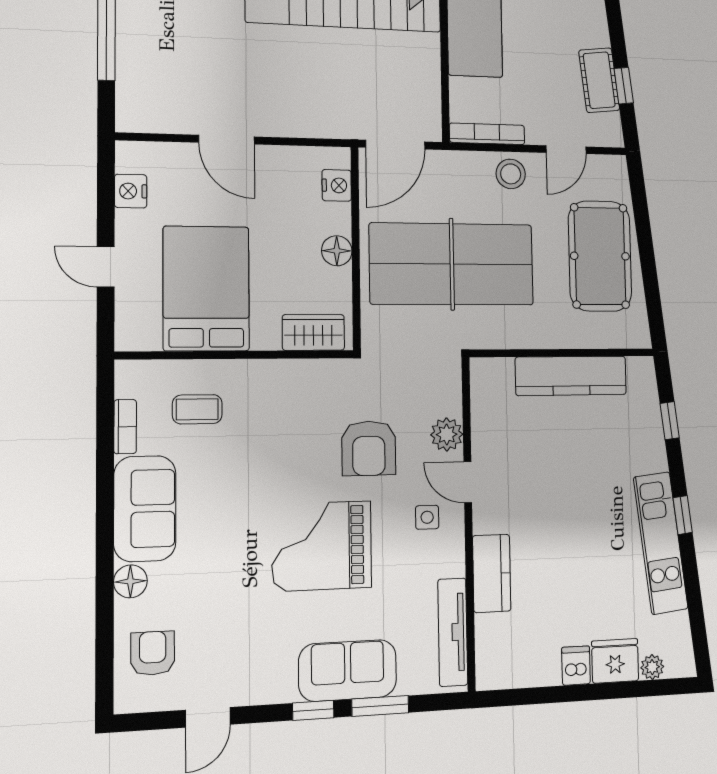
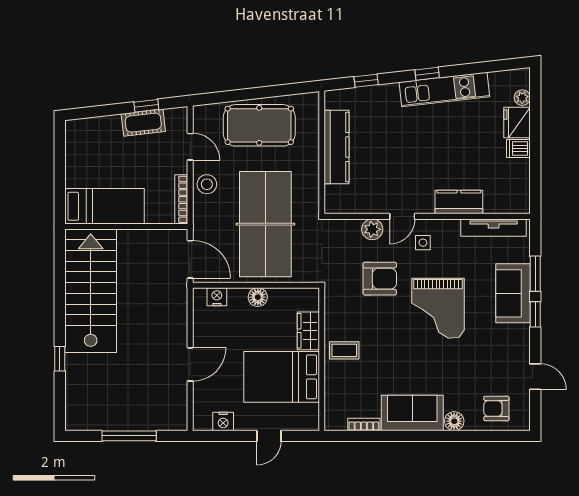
wardrobe: (313, 332) -> (308, 331), moved
coffee table: (197, 409) -> (344, 350), moved, turned 90

